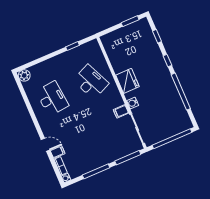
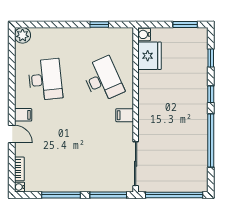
fridge: (127, 81) -> (149, 56), moved
water cooler: (133, 103) -> (144, 34), moved
filing cabinet: (121, 111) -> (125, 115), moved
filing cabinet: (57, 152) -> (23, 115), moved

